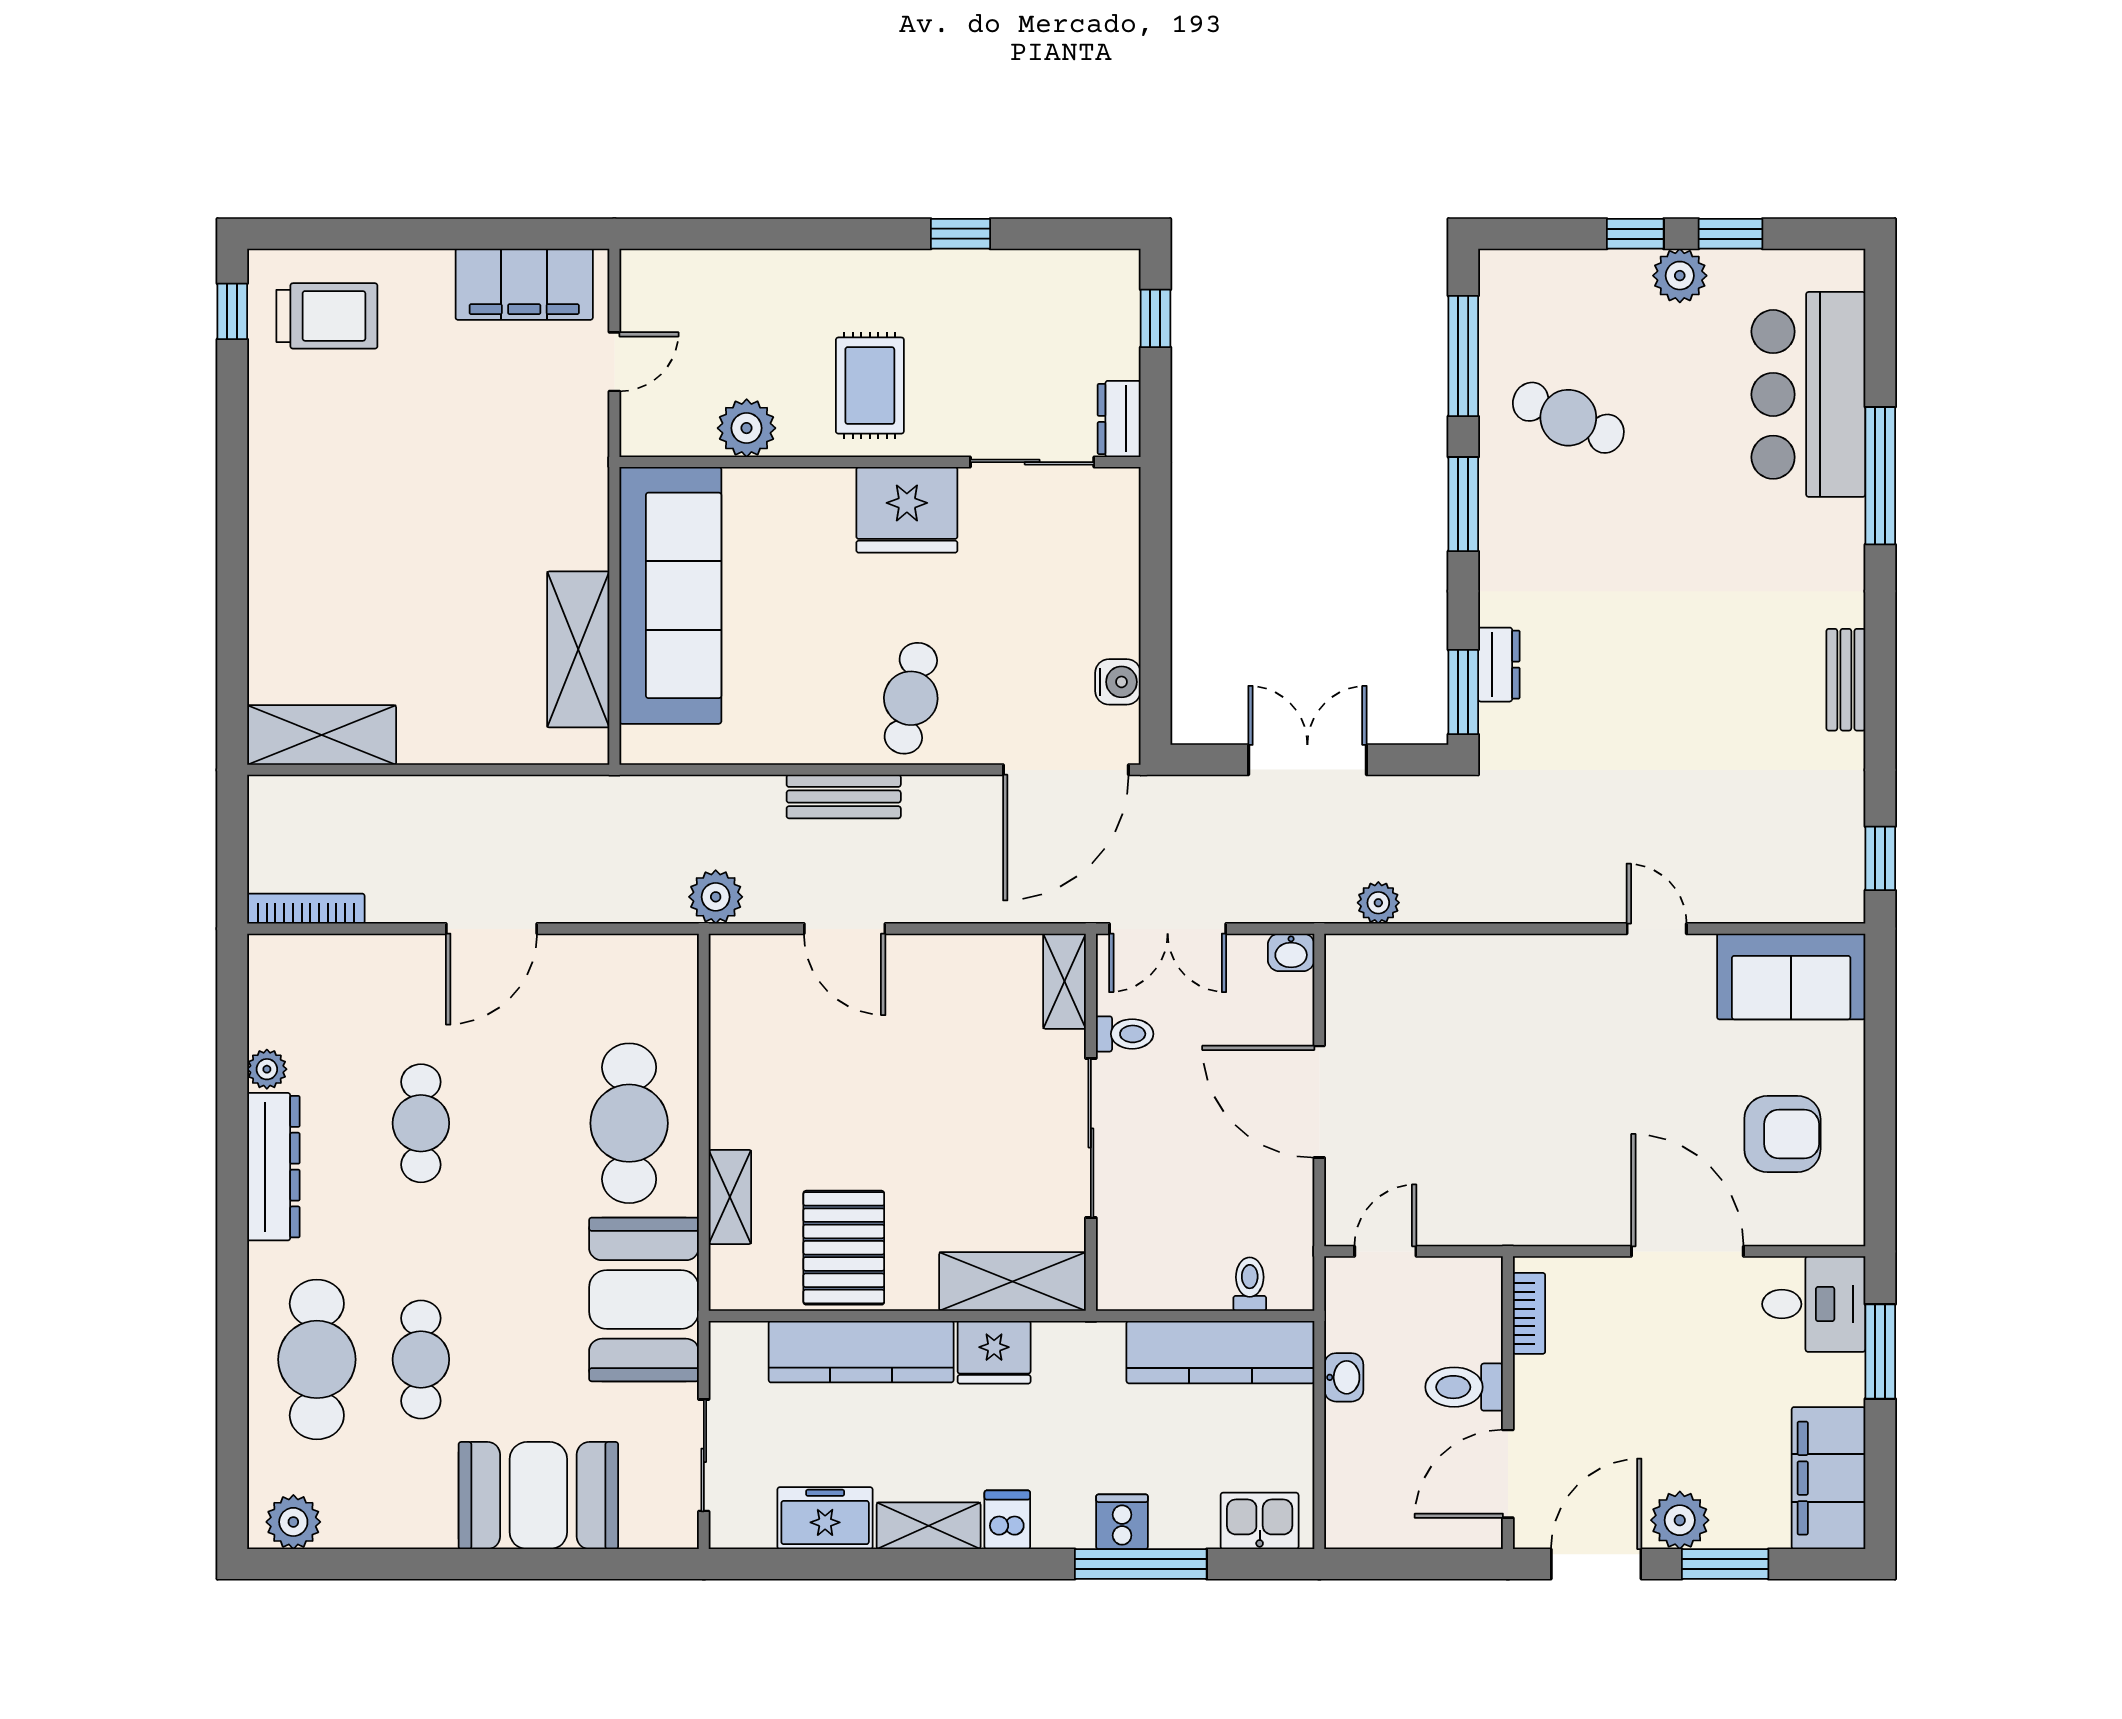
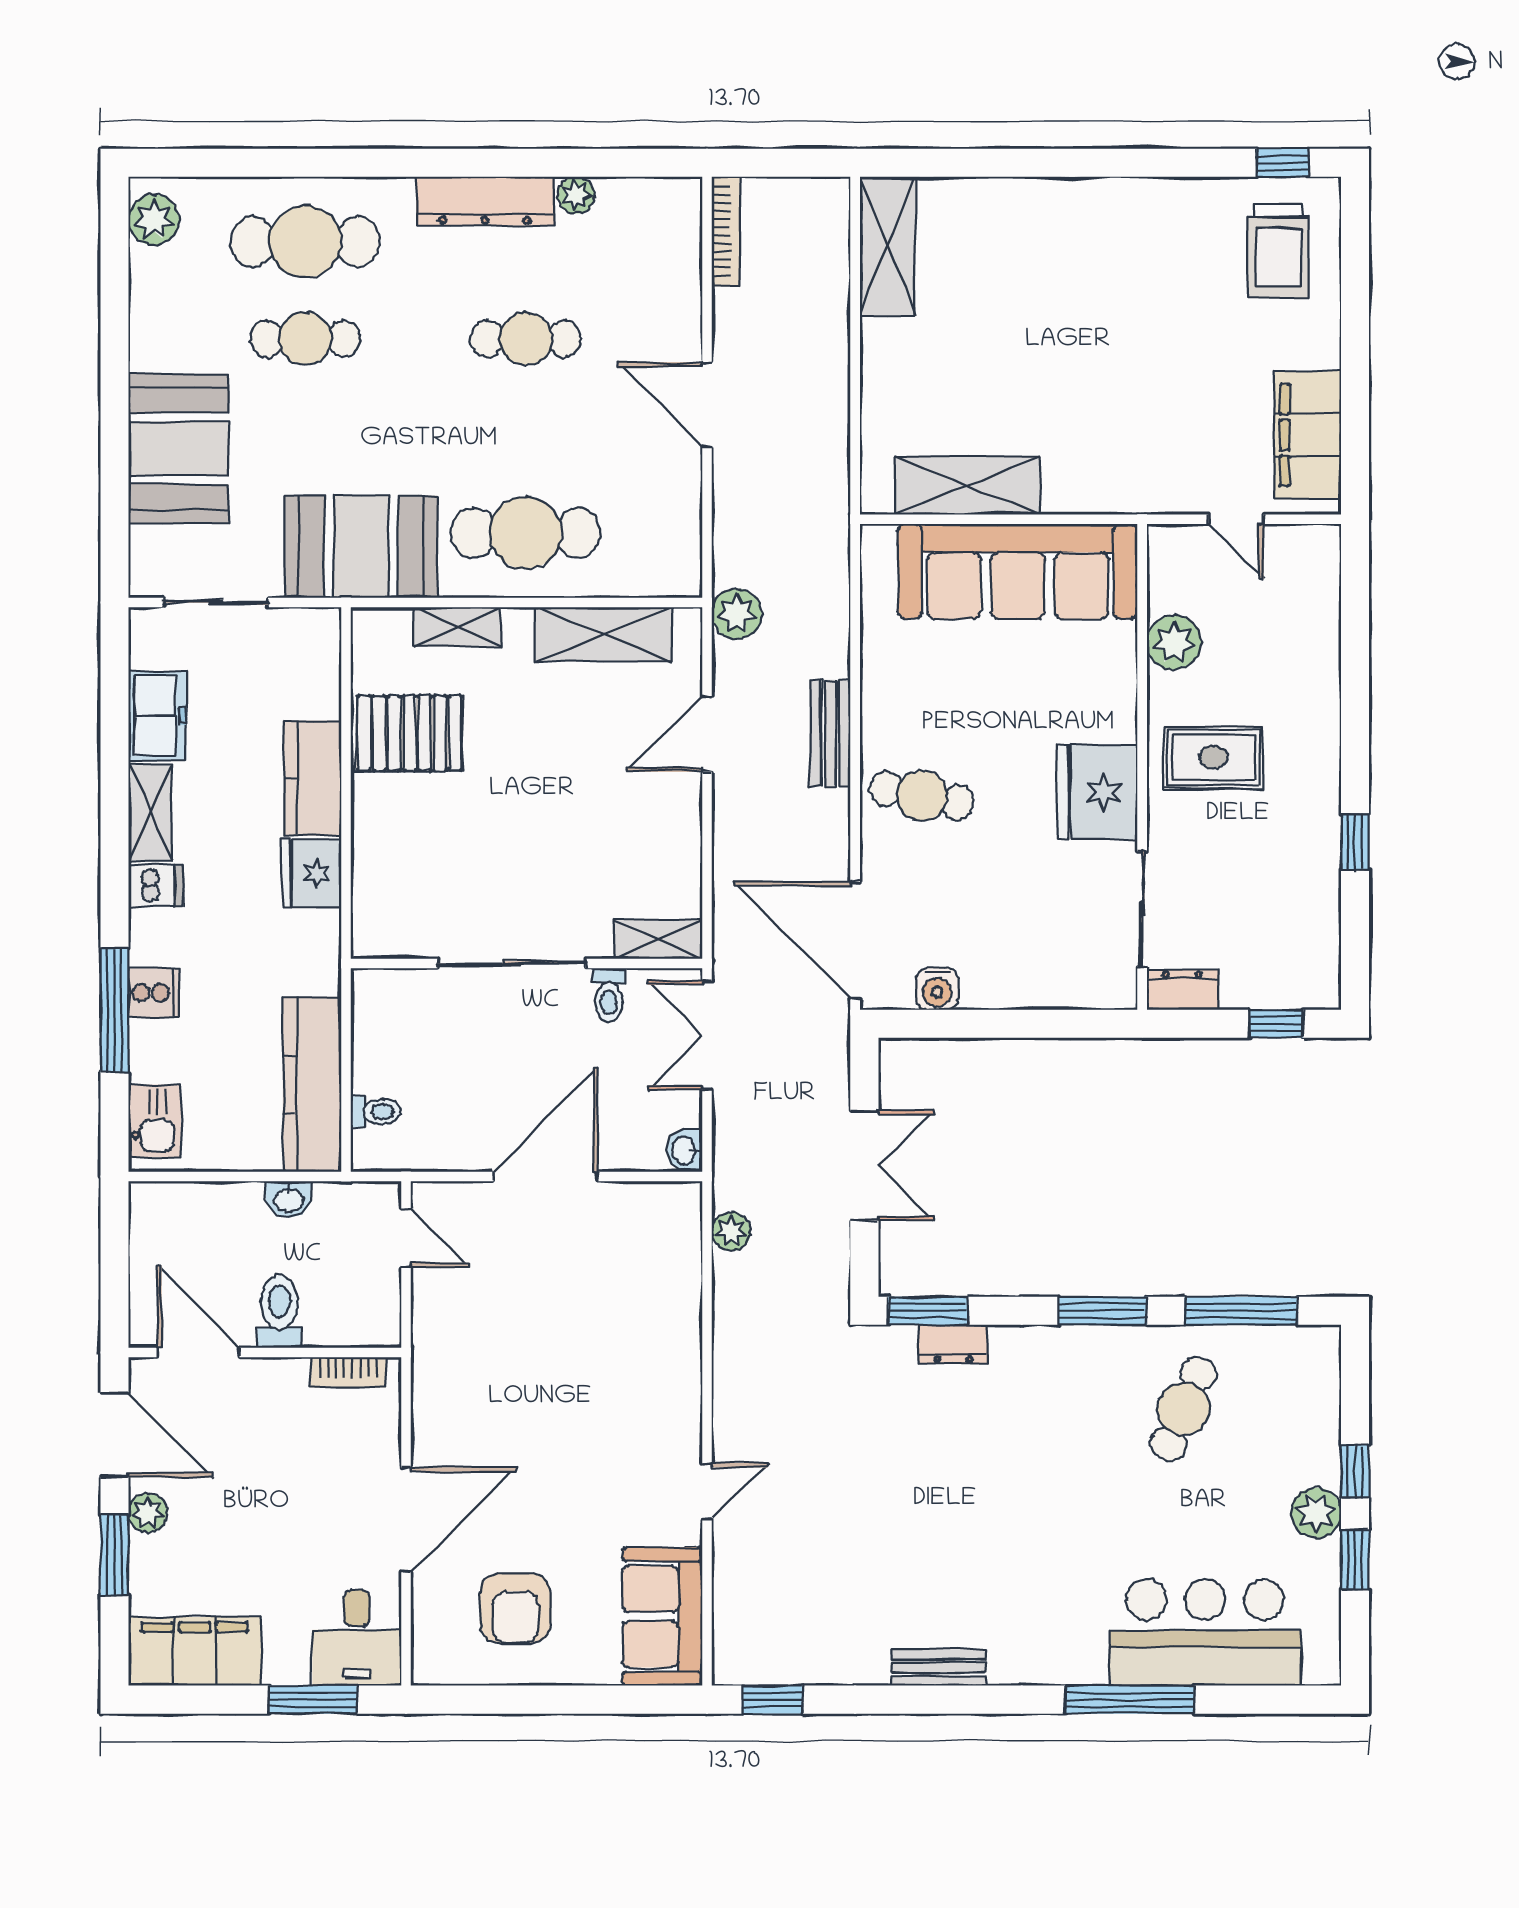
shelving: (1013, 1281) -> (604, 635), moved, turned 90
kitchen counter: (861, 1352) -> (313, 778), width x0.67
plant: (1680, 1520) -> (148, 1513), width x0.73, depth x0.73

